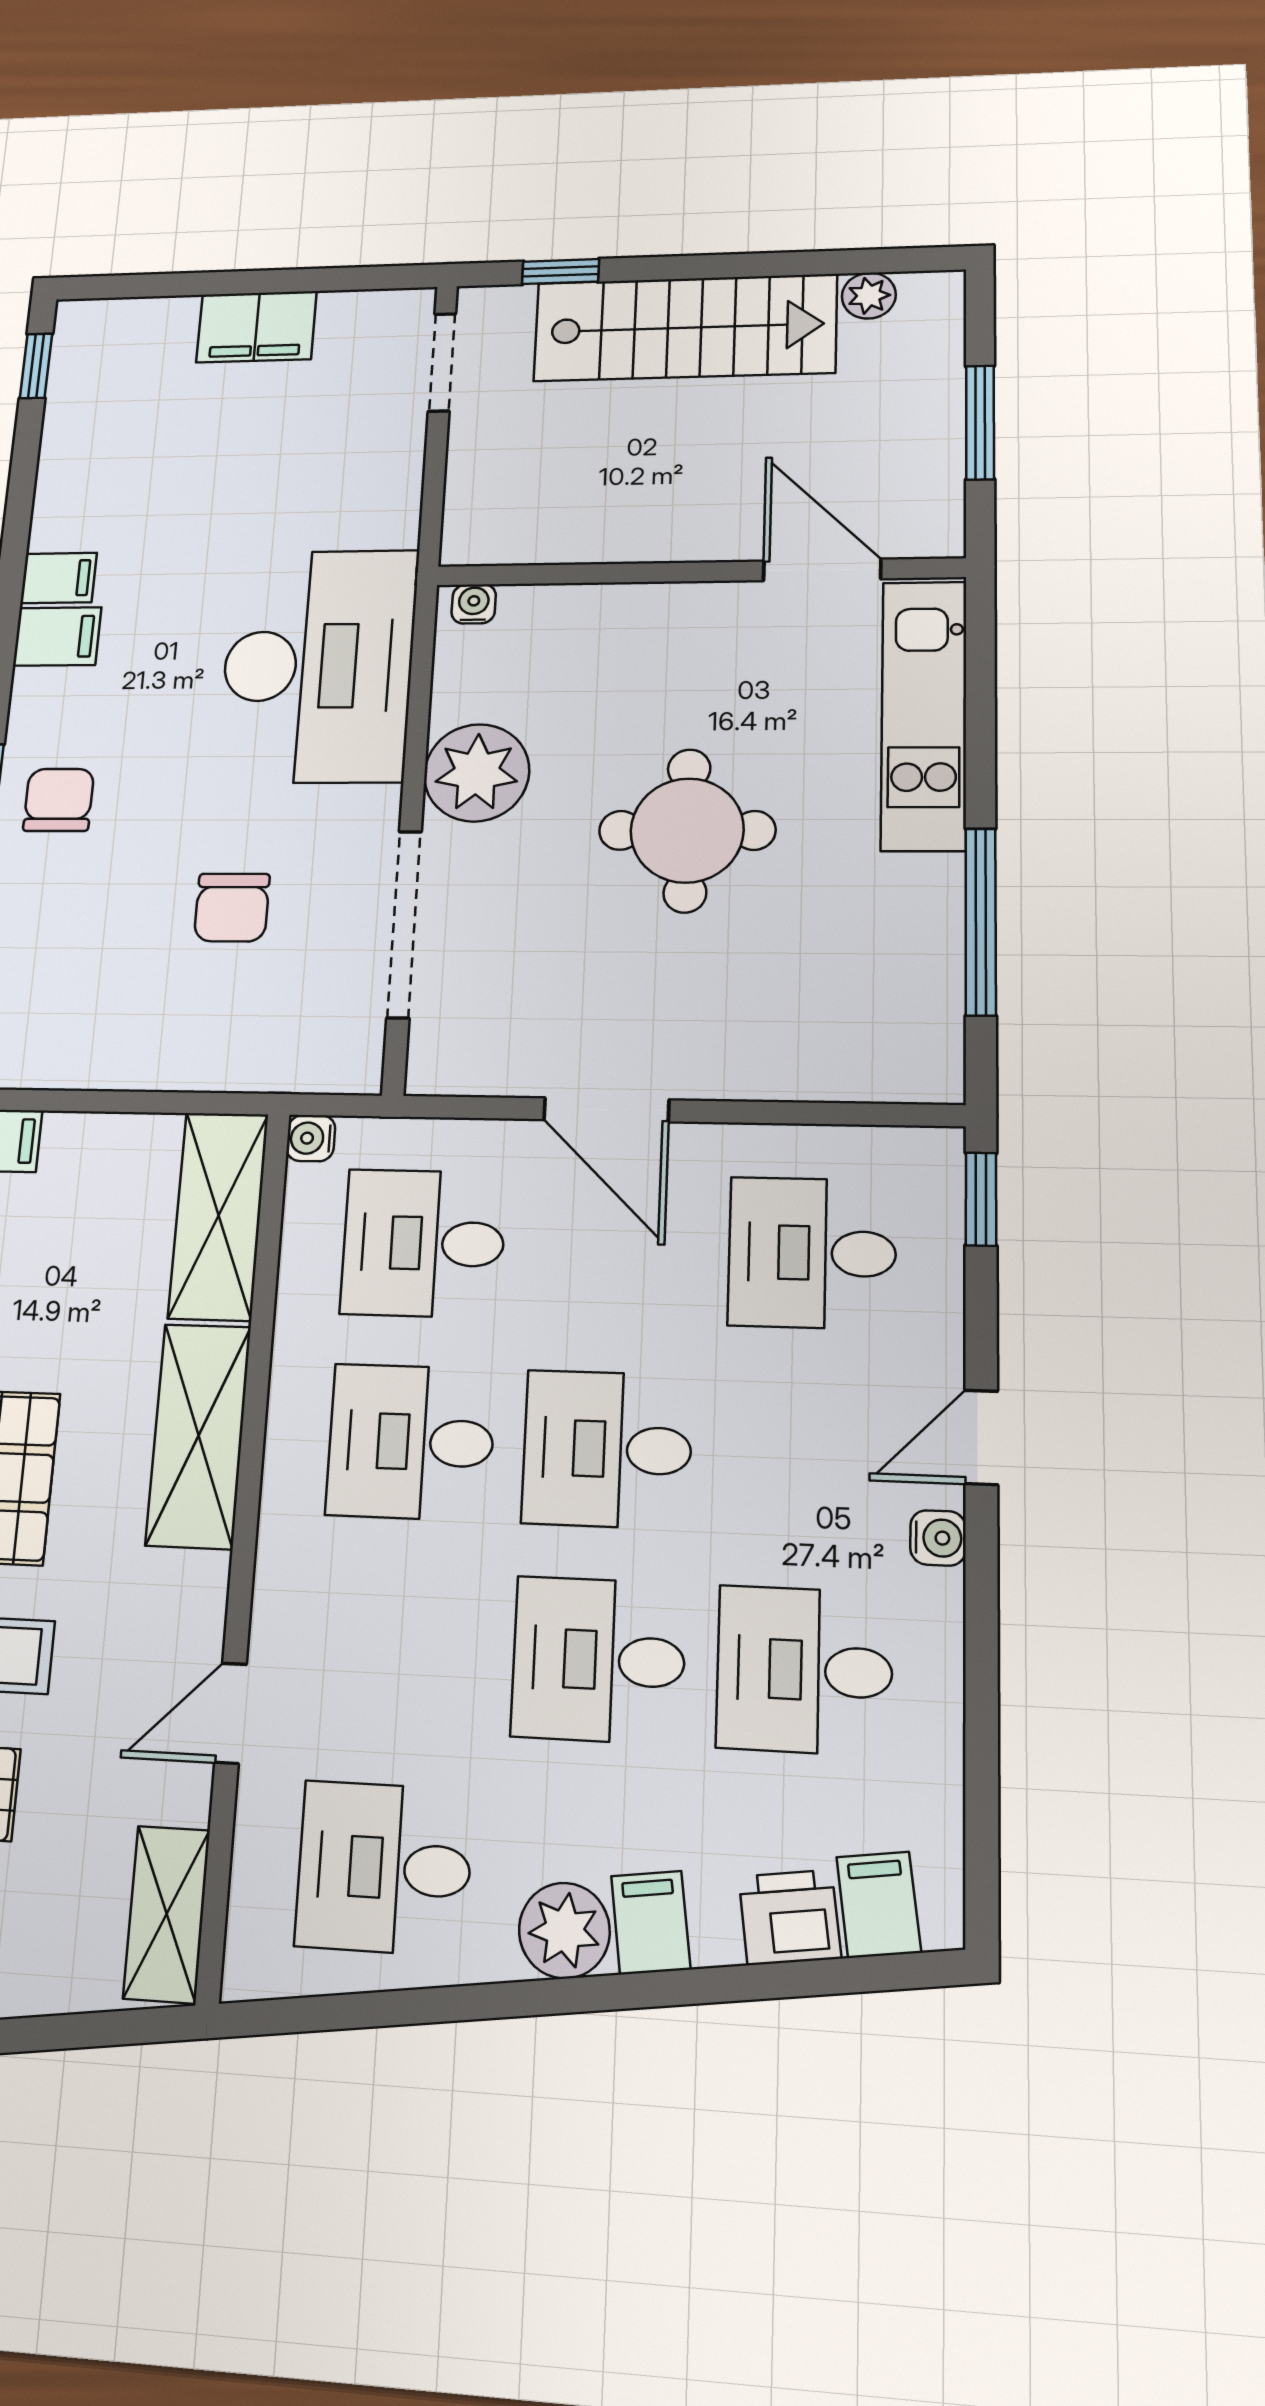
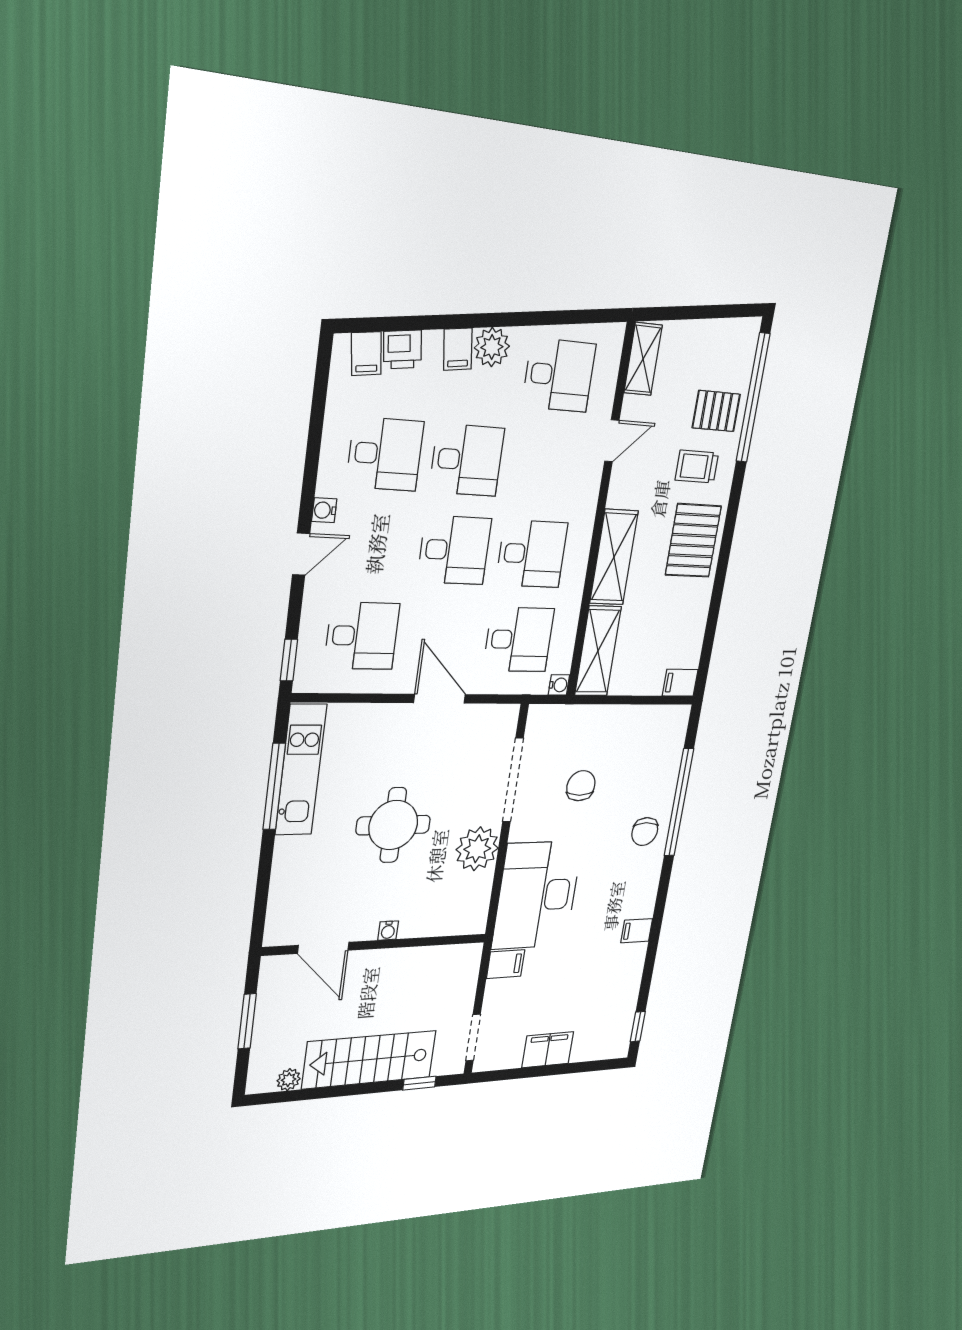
water cooler: (474, 604) -> (388, 931), moved
filing cabinet: (57, 636) -> (506, 964), moved, turned 180
kitchen unit: (924, 715) -> (301, 770), moved

